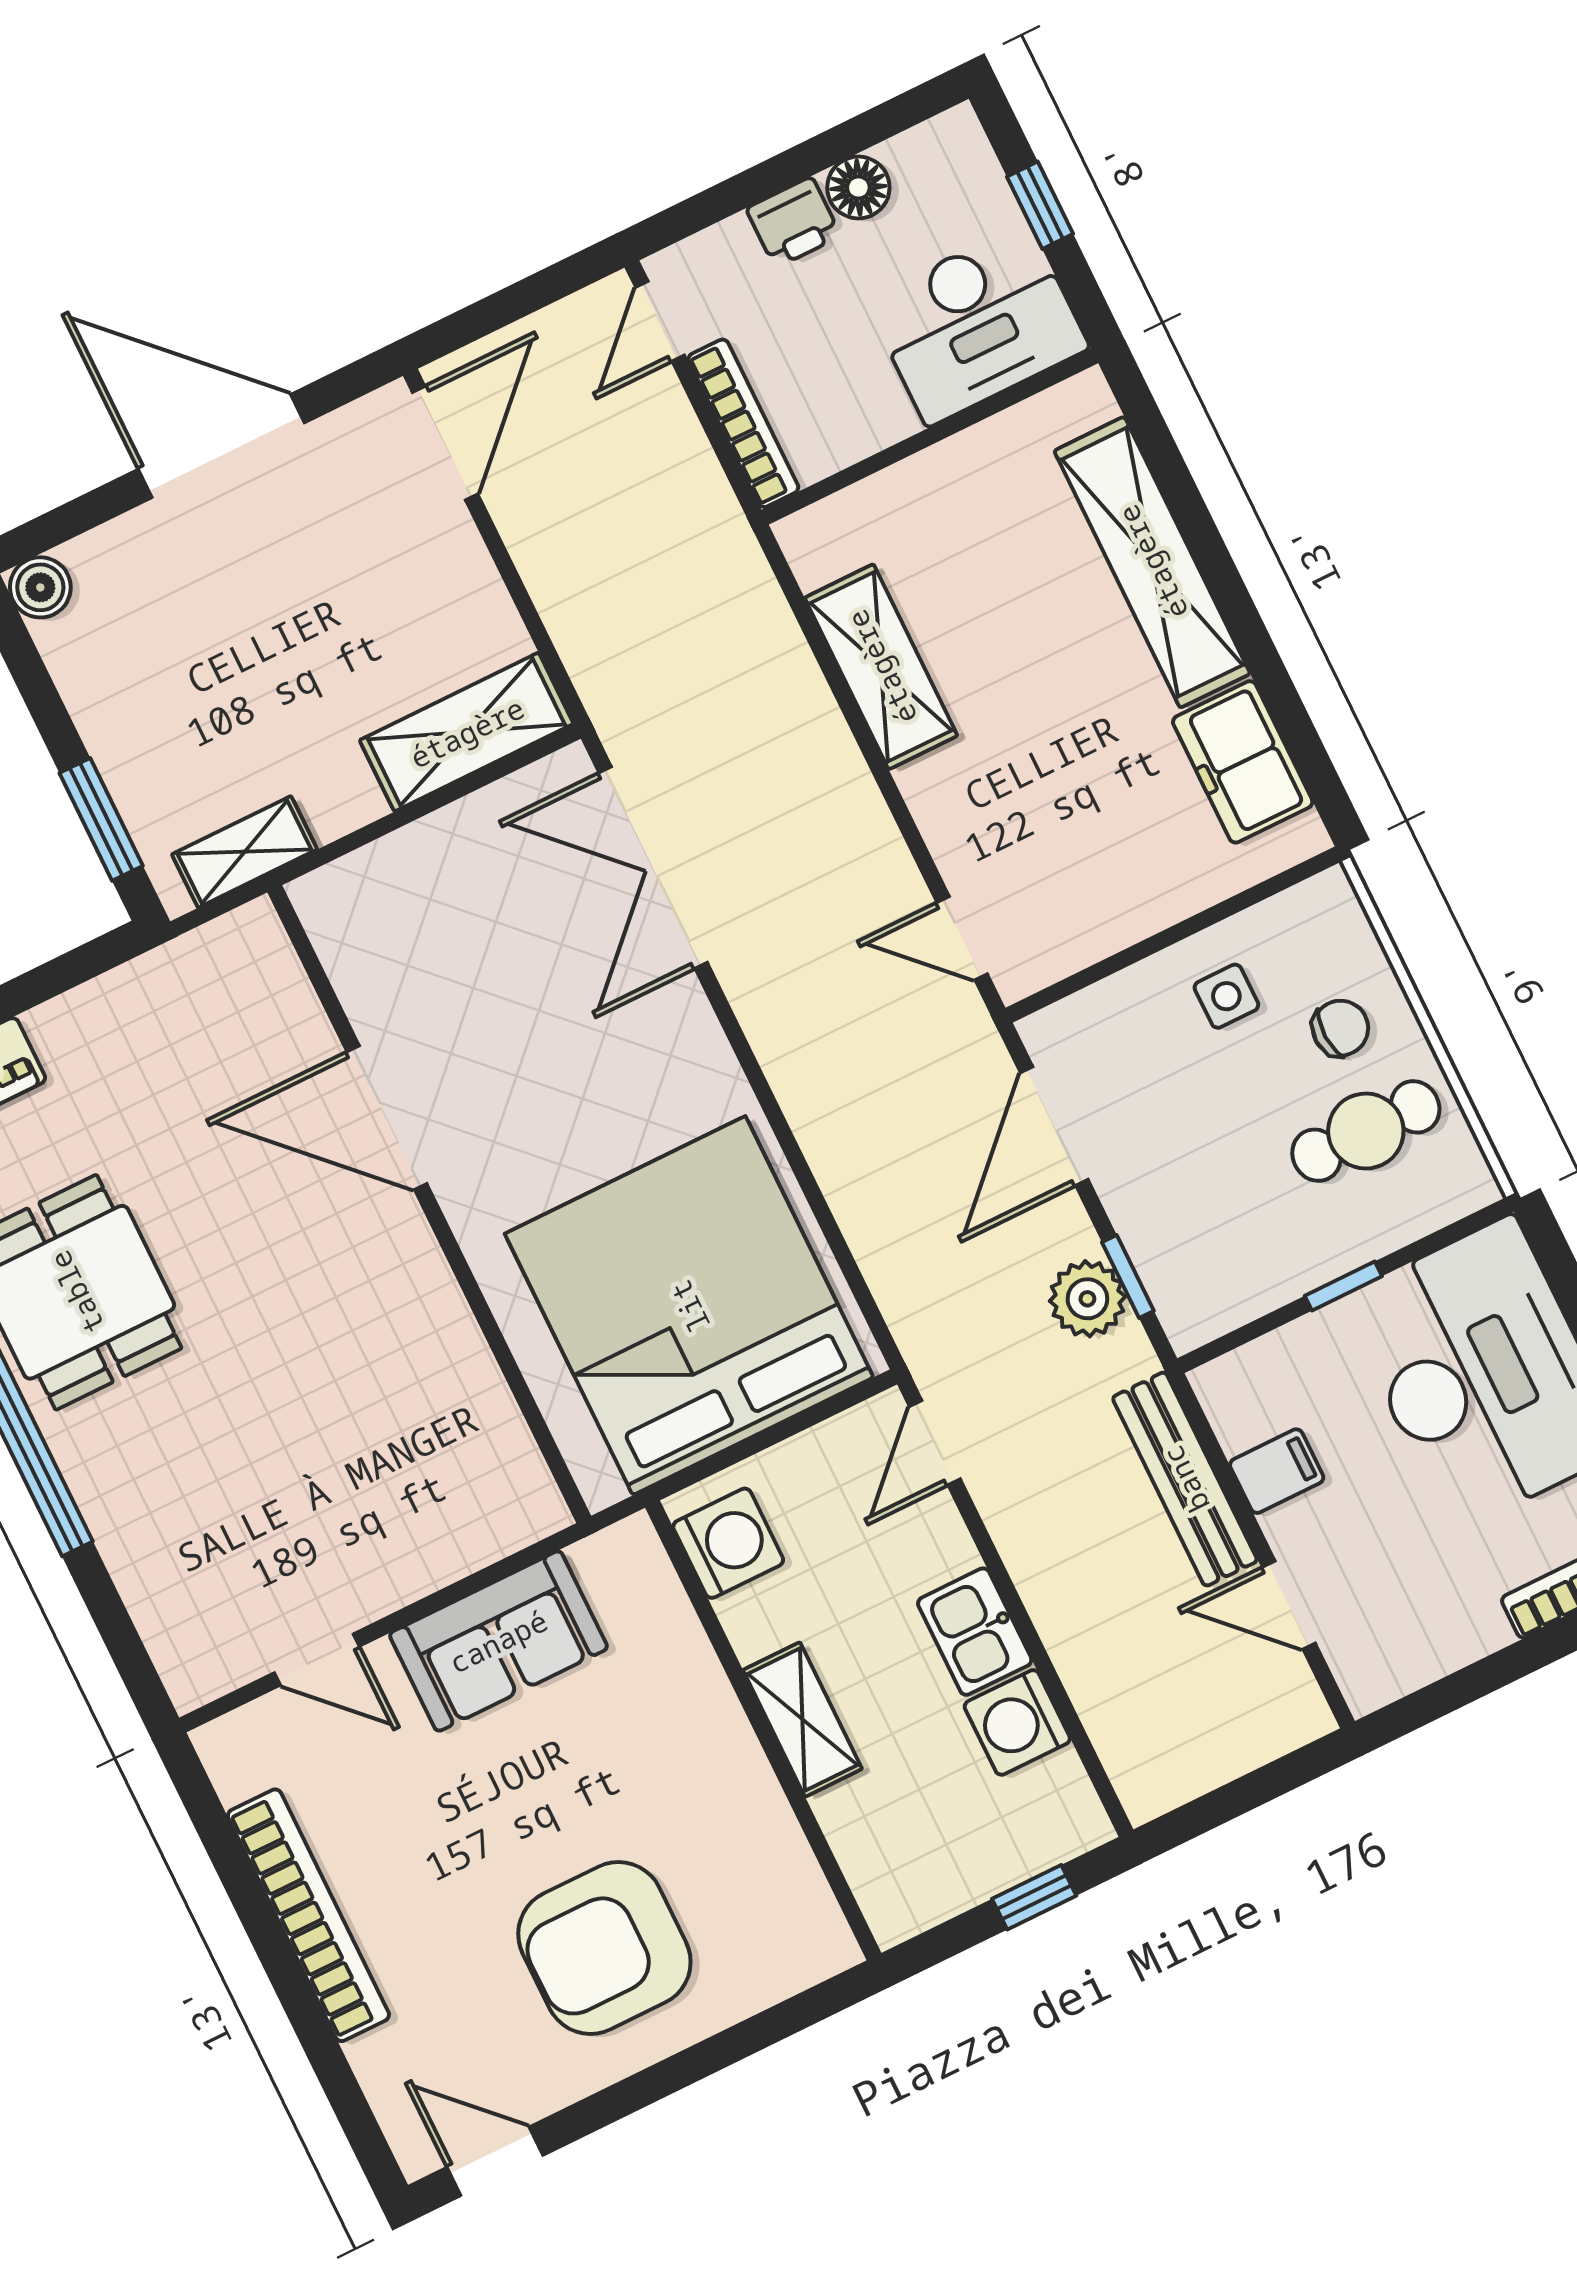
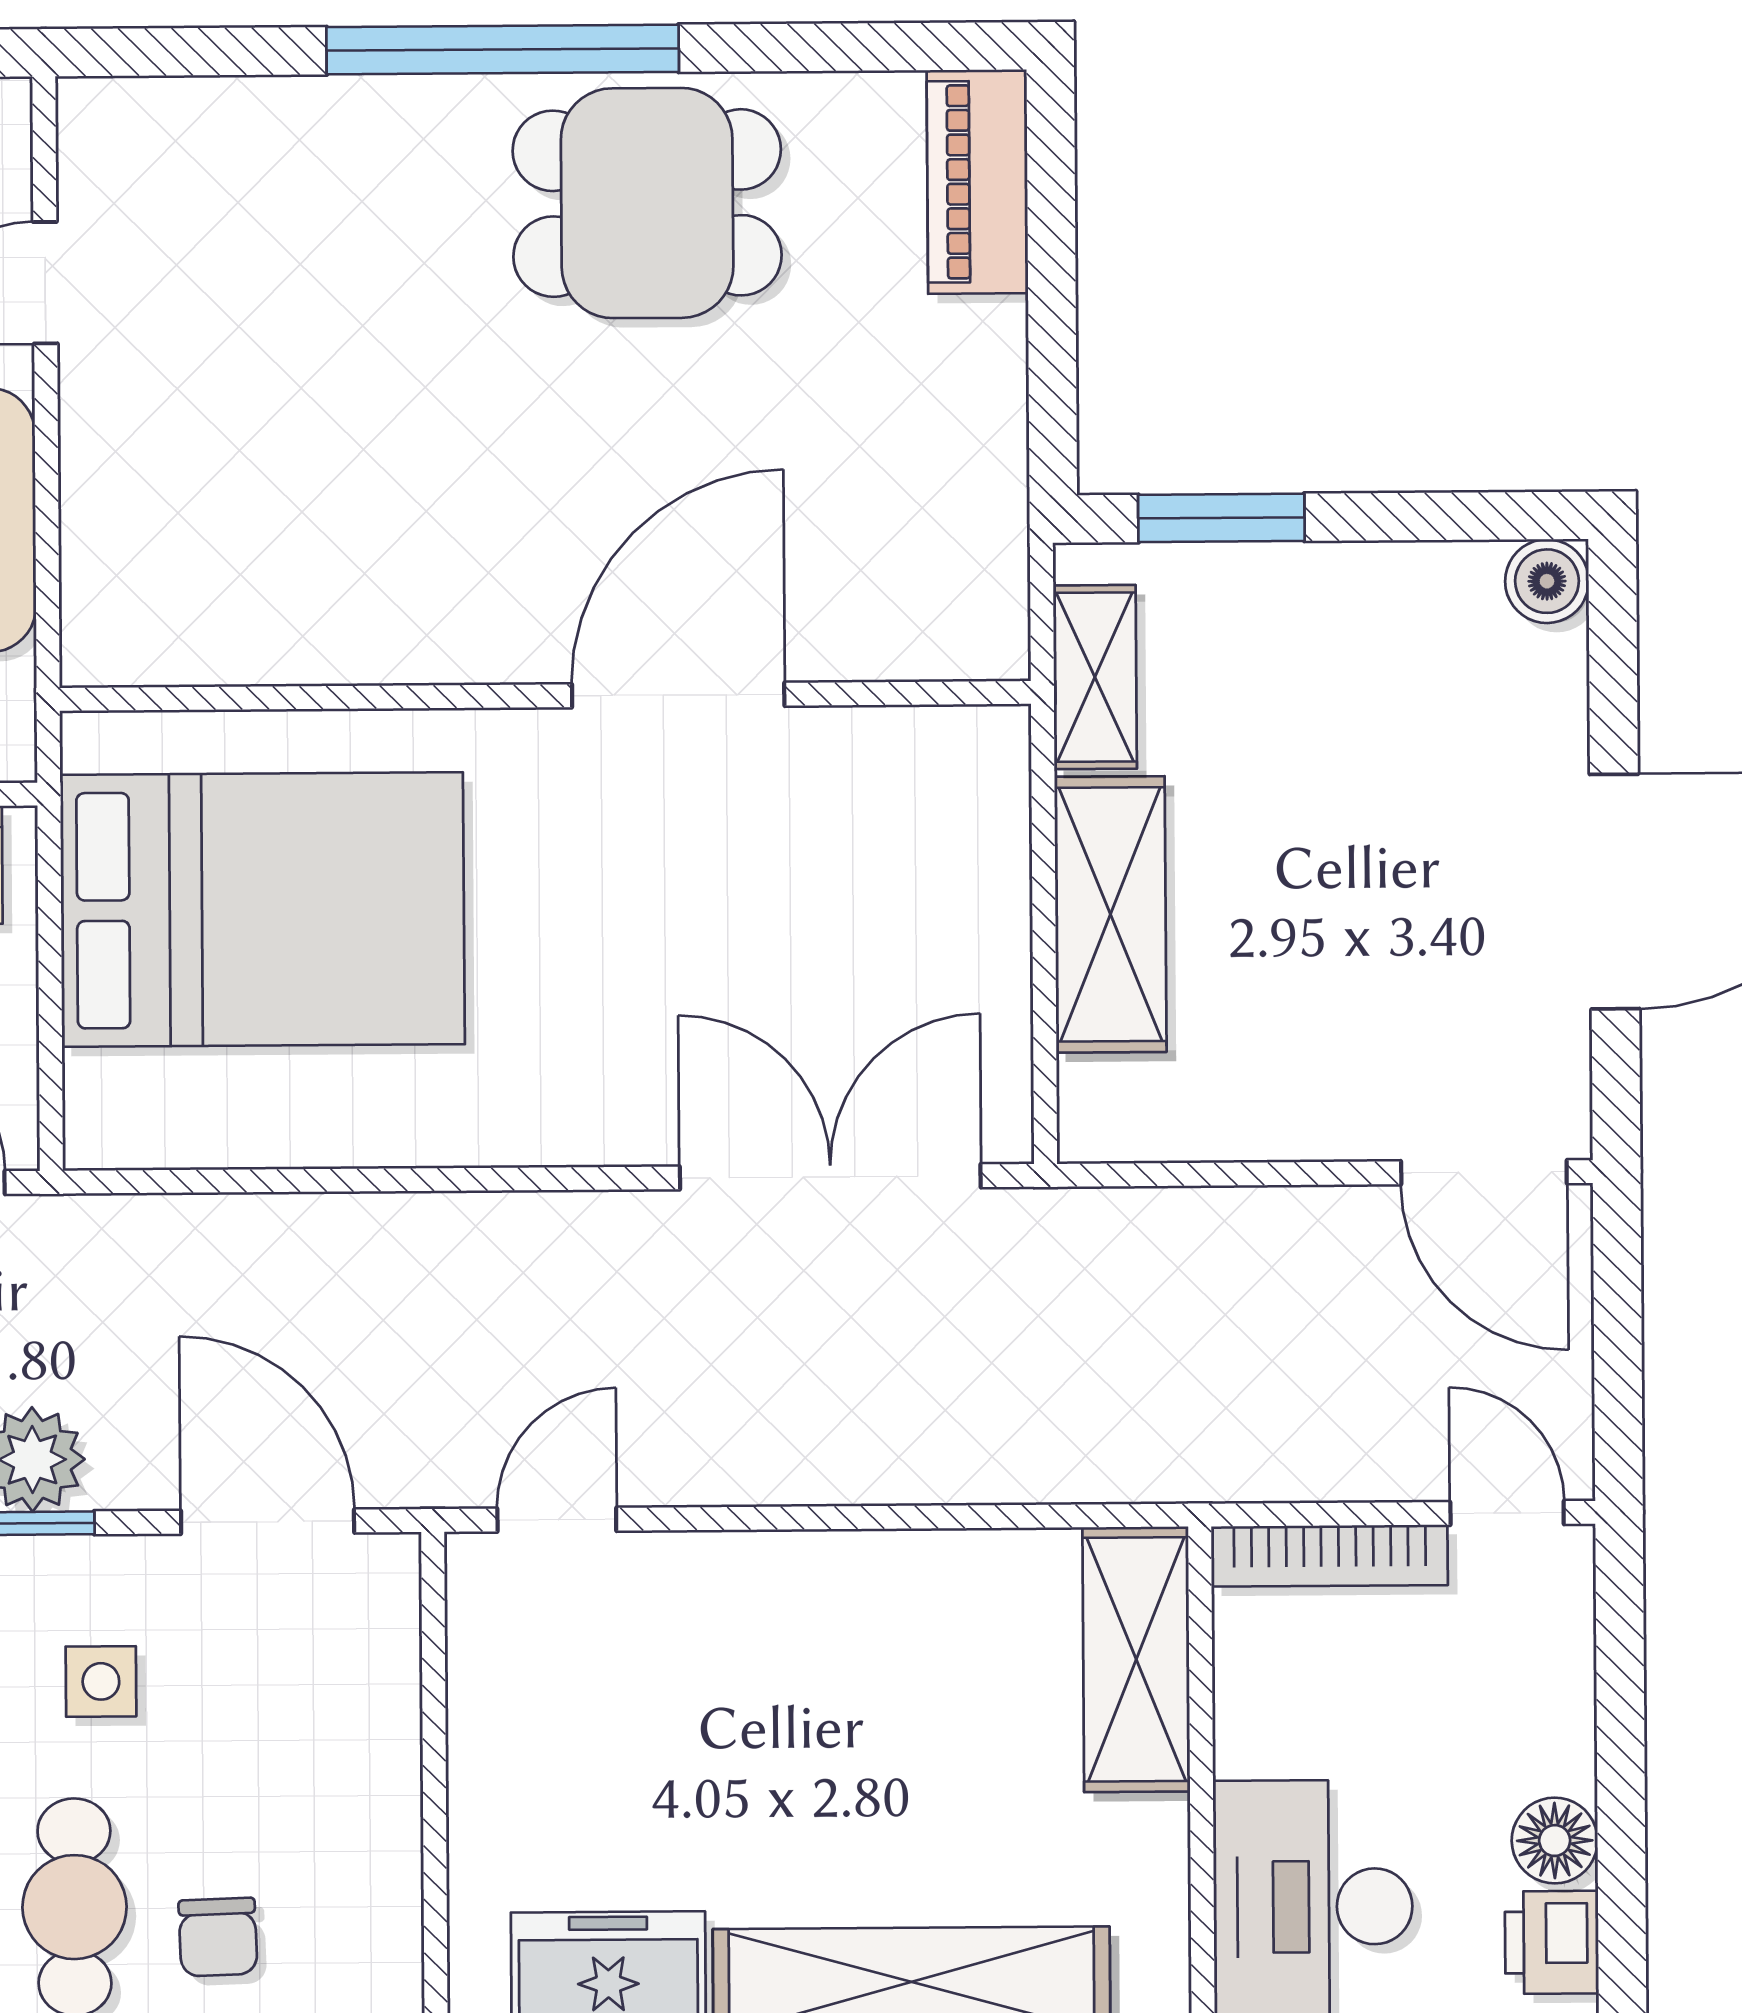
printer: (793, 222) -> (1552, 1942), moved
shelving: (881, 667) -> (1136, 1659), moved, turned 90
shelving: (467, 732) -> (1110, 914), moved
side table: (1226, 996) -> (101, 1681), moved
bed: (689, 1306) -> (262, 910), width x0.73

